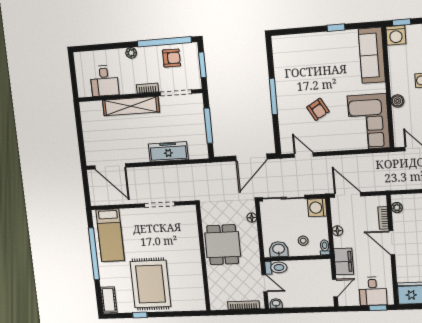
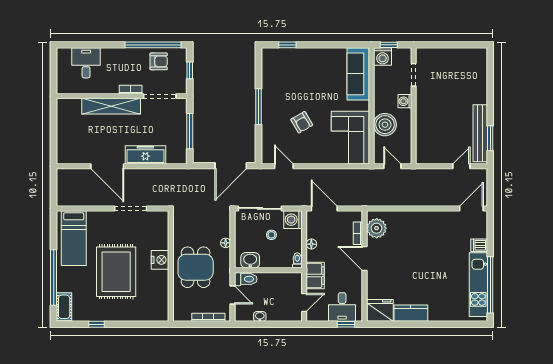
window: (336, 28) -> (287, 45), moved
plant: (131, 53) -> (117, 53), removed
window: (202, 65) -> (190, 70), width x0.67
desk: (104, 81) -> (86, 63), moved, turned 180
boiler: (397, 101) -> (385, 125), width x1.86, depth x1.86
door: (110, 166) -> (107, 166), moved
plant: (397, 208) -> (377, 228), width x1.88, depth x1.88
floor lamp: (252, 218) -> (226, 243), moved
stool: (303, 241) -> (271, 235), moved
dining table: (223, 245) -> (196, 267), moved
nightstand: (192, 252) -> (160, 260), added
window: (94, 254) -> (54, 278), moved
rug: (150, 284) -> (116, 272), moved
washbasin: (276, 303) -> (260, 316), moved

